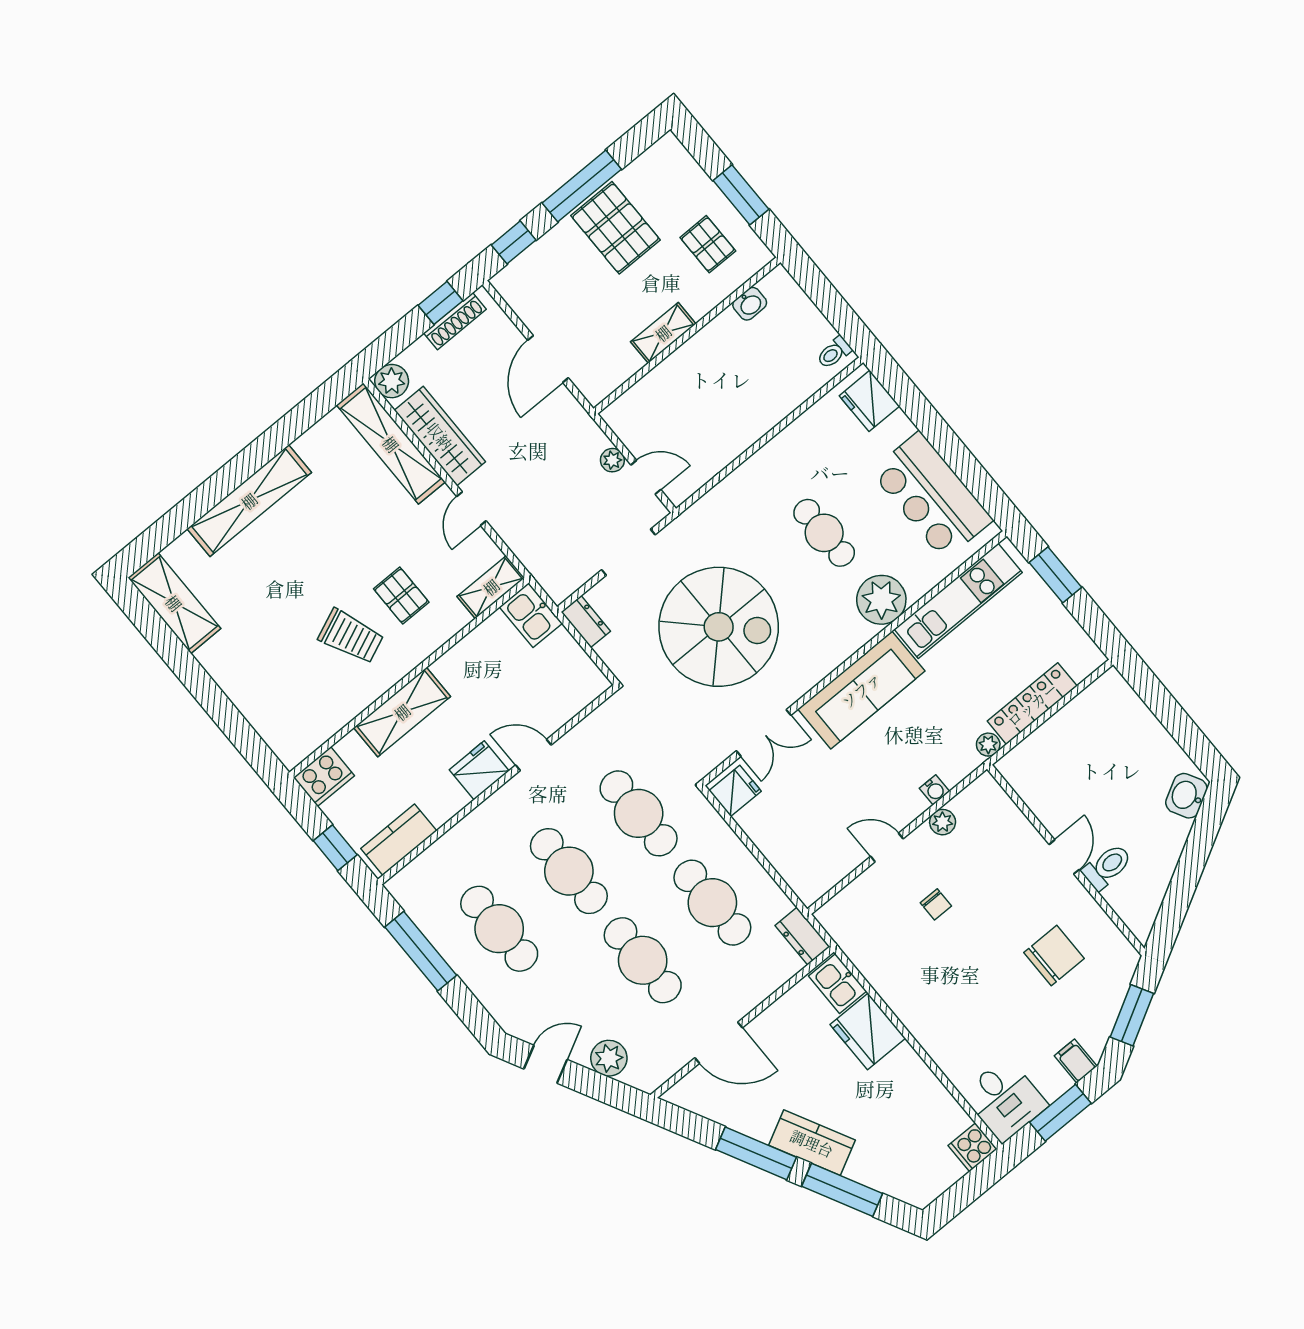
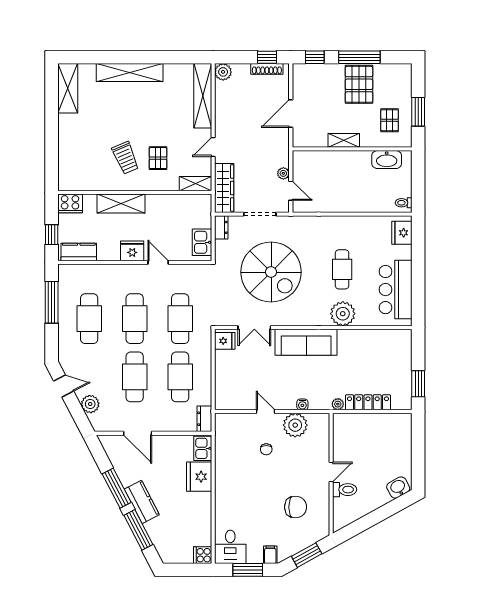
washbasin: (750, 304) -> (387, 160), width x1.91, depth x1.45
wardrobe: (440, 436) -> (224, 188), moved
window: (1055, 575) -> (418, 384), moved
kitchen unit: (958, 601) -> (372, 339), removed
kitchen sink: (531, 615) -> (202, 242), moved
plant: (943, 822) -> (295, 425), width x1.88, depth x1.88

